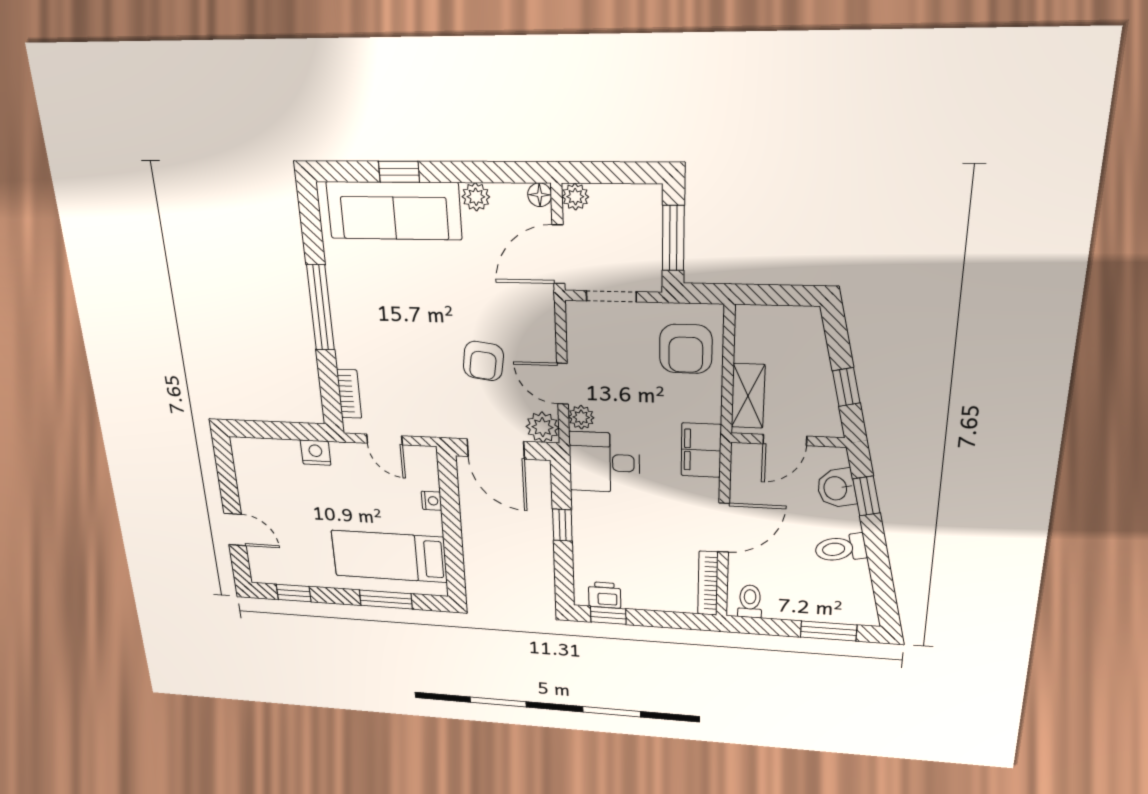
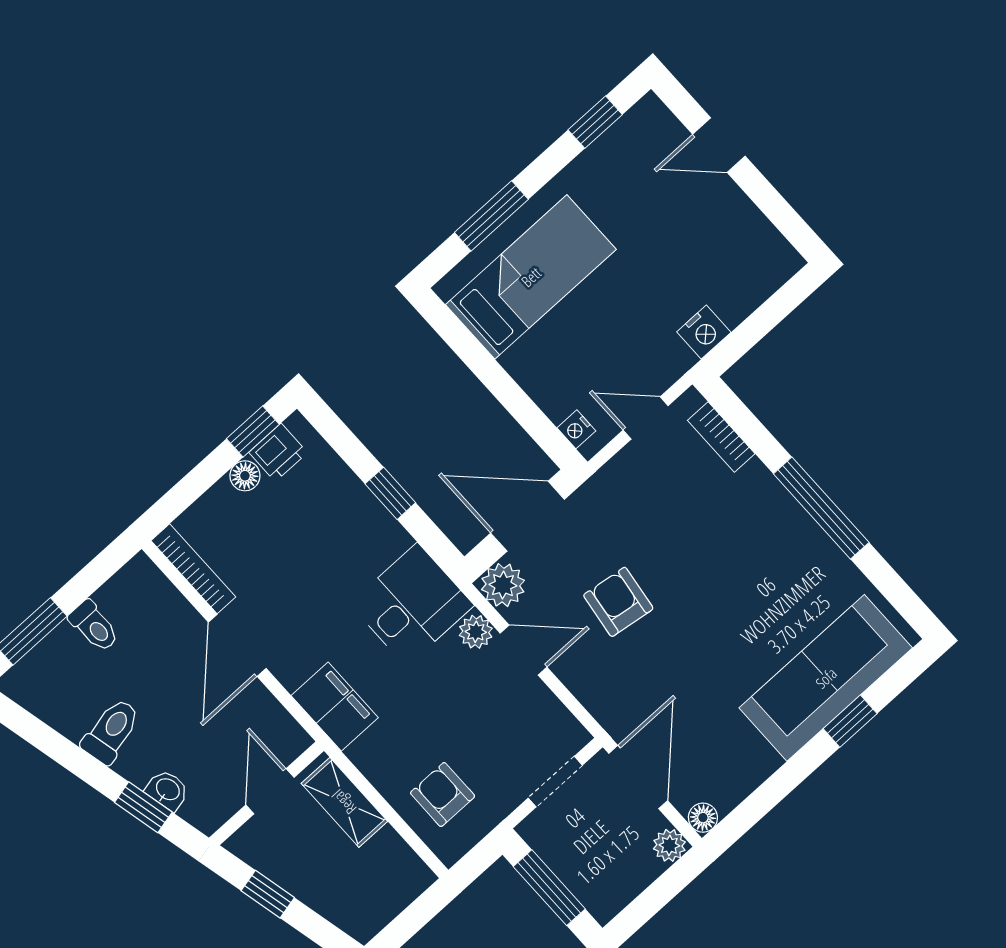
plant: (476, 197) -> (760, 762), removed
armchair: (686, 349) -> (443, 795), width x0.72, depth x0.72
washbasin: (836, 488) -> (167, 790), width x0.72, depth x0.69
nightstand: (432, 501) -> (576, 429), moved
floor lamp: (634, 600) -> (245, 476), added
toilet: (750, 601) -> (94, 626), moved

